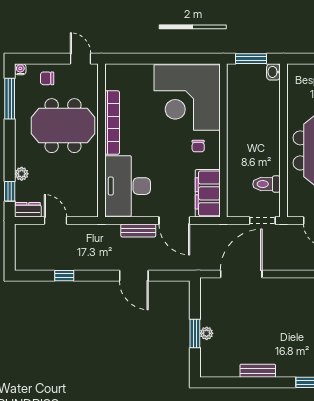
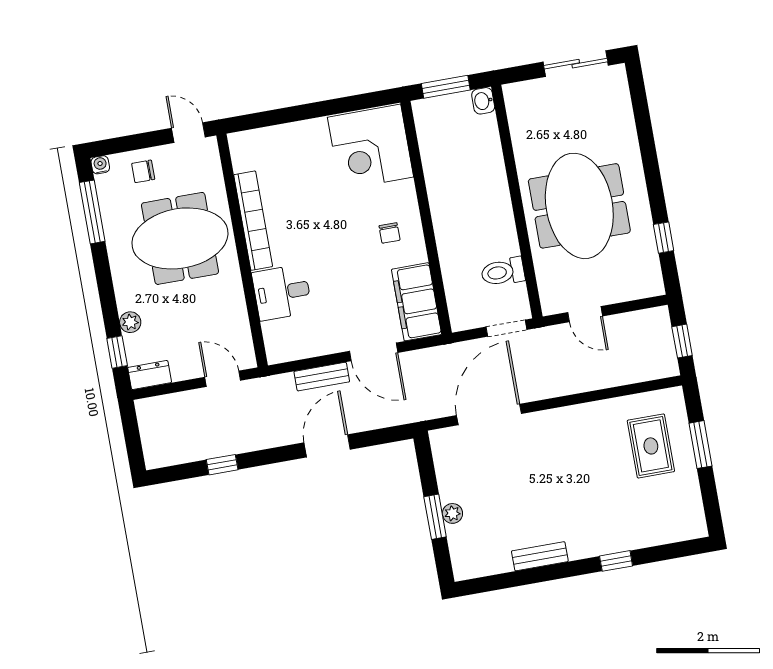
corner desk: (187, 97) -> (371, 147), width x0.74, depth x0.74
desk: (128, 186) -> (282, 292), width x0.53, depth x0.77
door: (55, 221) -> (223, 379), moved
door: (134, 276) -> (327, 446), swing flipped

